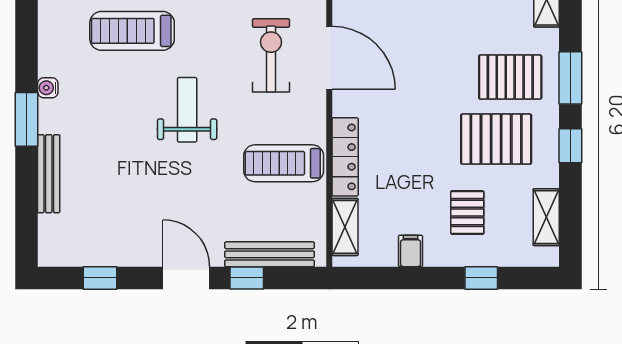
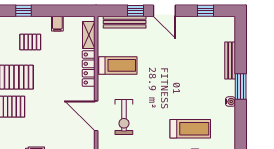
weight bench: (187, 110) -> (164, 91), removed
pallet: (467, 212) -> (30, 42), turned 90

